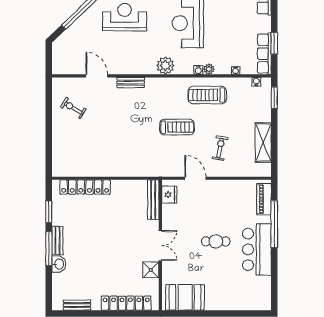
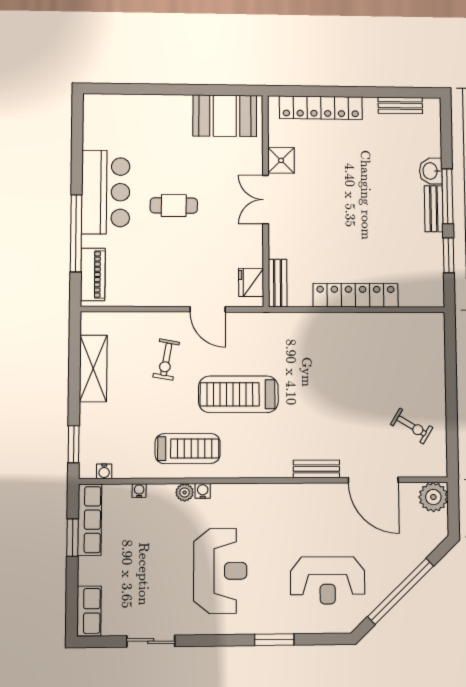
plant: (165, 66) -> (433, 497), moved
door: (97, 76) -> (373, 480), width x1.36
treadmill: (177, 127) -> (238, 394), width x1.37, depth x1.38
locker: (85, 187) -> (356, 295), moved
bench: (153, 200) -> (278, 283), width x0.73

